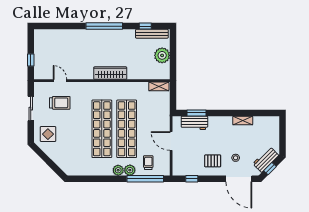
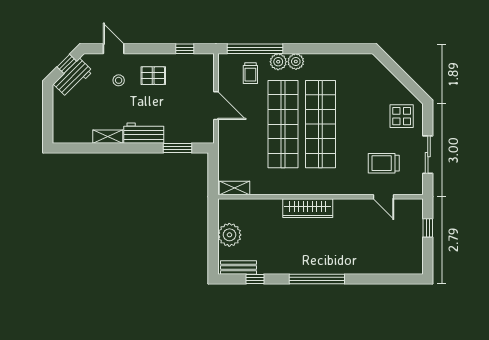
bench: (152, 34) -> (238, 267), width x0.73
workbench: (194, 123) -> (144, 133), moved
door: (239, 179) -> (114, 49), width x0.53

